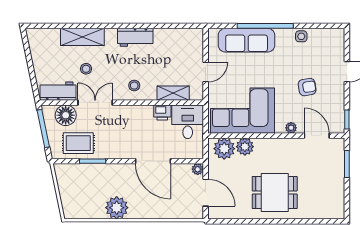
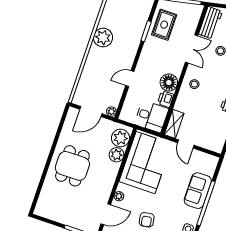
sofa: (247, 40) -> (198, 191), width x0.73
shelving: (173, 93) -> (174, 124), moved
floor lamp: (66, 115) -> (169, 83), moved
door: (153, 161) -> (130, 79), width x0.53

